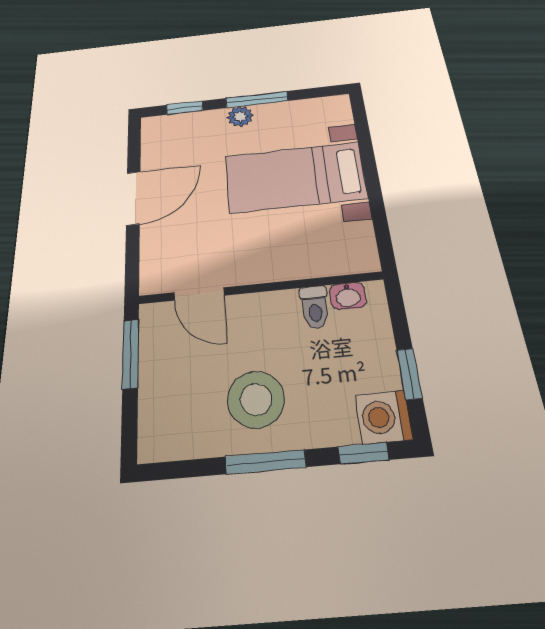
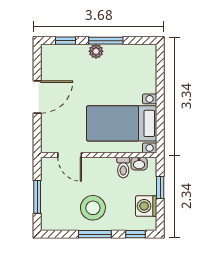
bed with nightstands: (295, 177) -> (122, 123), moved
window: (131, 354) -> (37, 197), moved
window: (409, 374) -> (160, 188), moved
washing machine: (384, 417) -> (146, 206), moved

